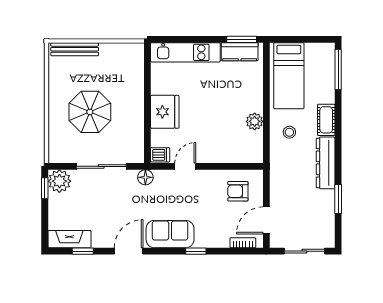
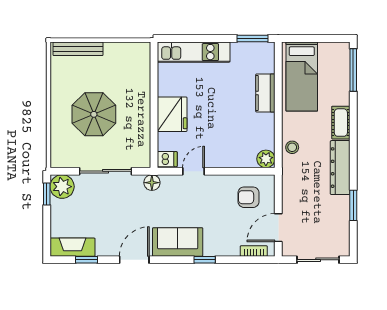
kitchen counter: (240, 52) -> (265, 93), moved, turned 90
plant: (255, 121) -> (266, 159), moved
stool: (289, 132) -> (292, 147), moved

